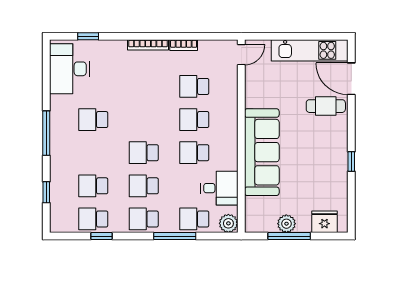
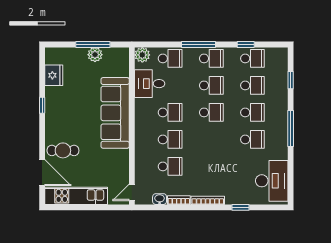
window: (88, 36) -> (240, 207), moved
washbasin: (207, 46) -> (160, 199), added
school desk: (93, 153) -> (252, 112), added
fridge: (324, 222) -> (54, 75), moved, turned -90
window: (175, 236) -> (198, 44), moved

